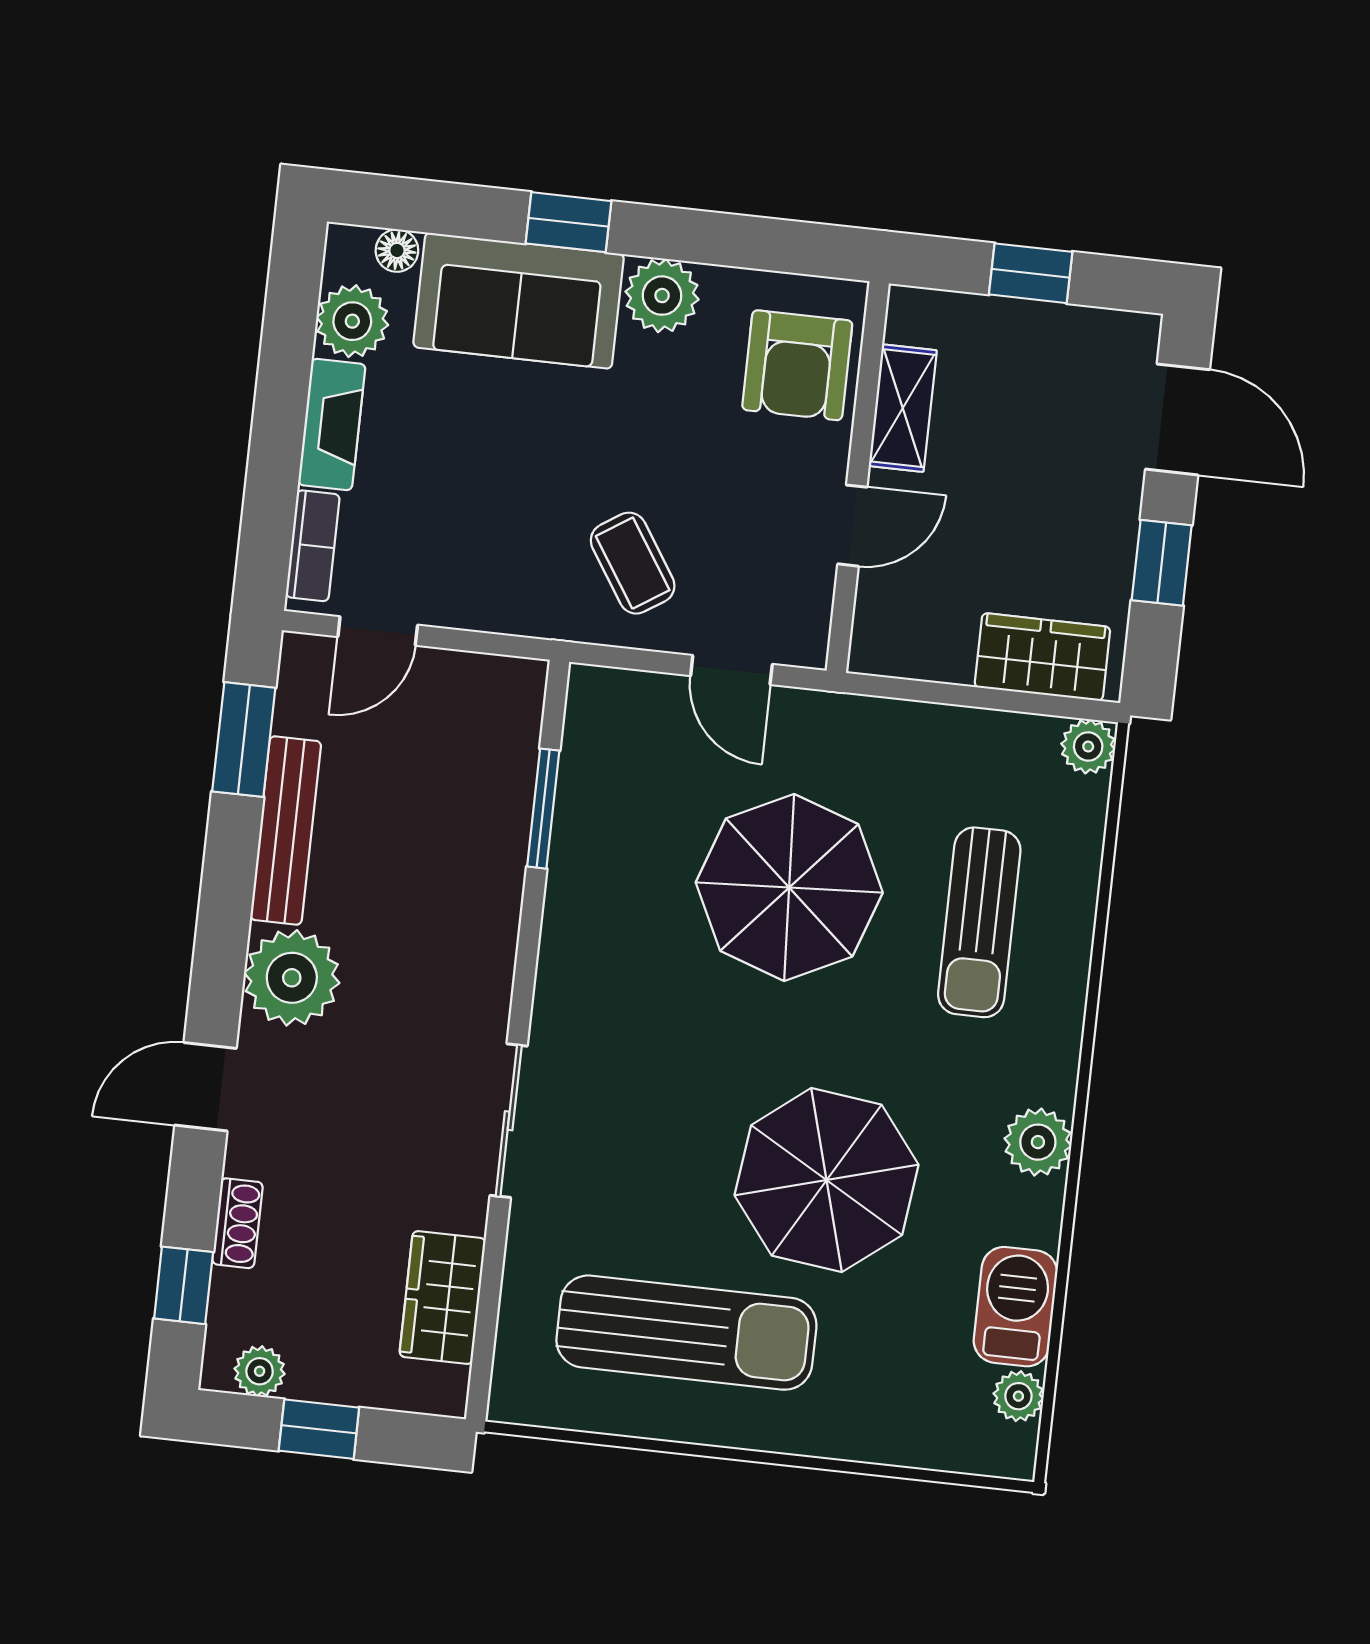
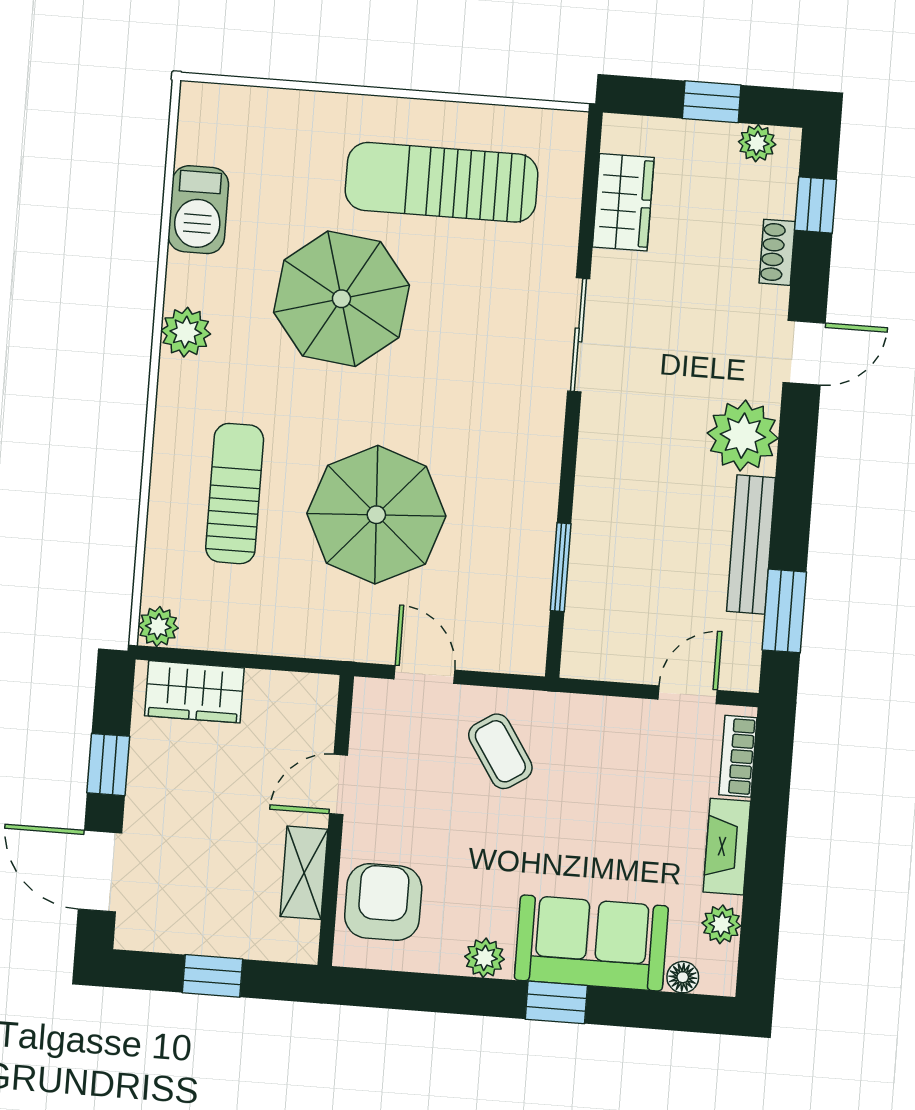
plant: (662, 296) -> (485, 958), width x0.73, depth x0.73
plant: (352, 321) -> (721, 924), width x0.73, depth x0.73
plant: (1018, 1396) -> (194, 143), removed

